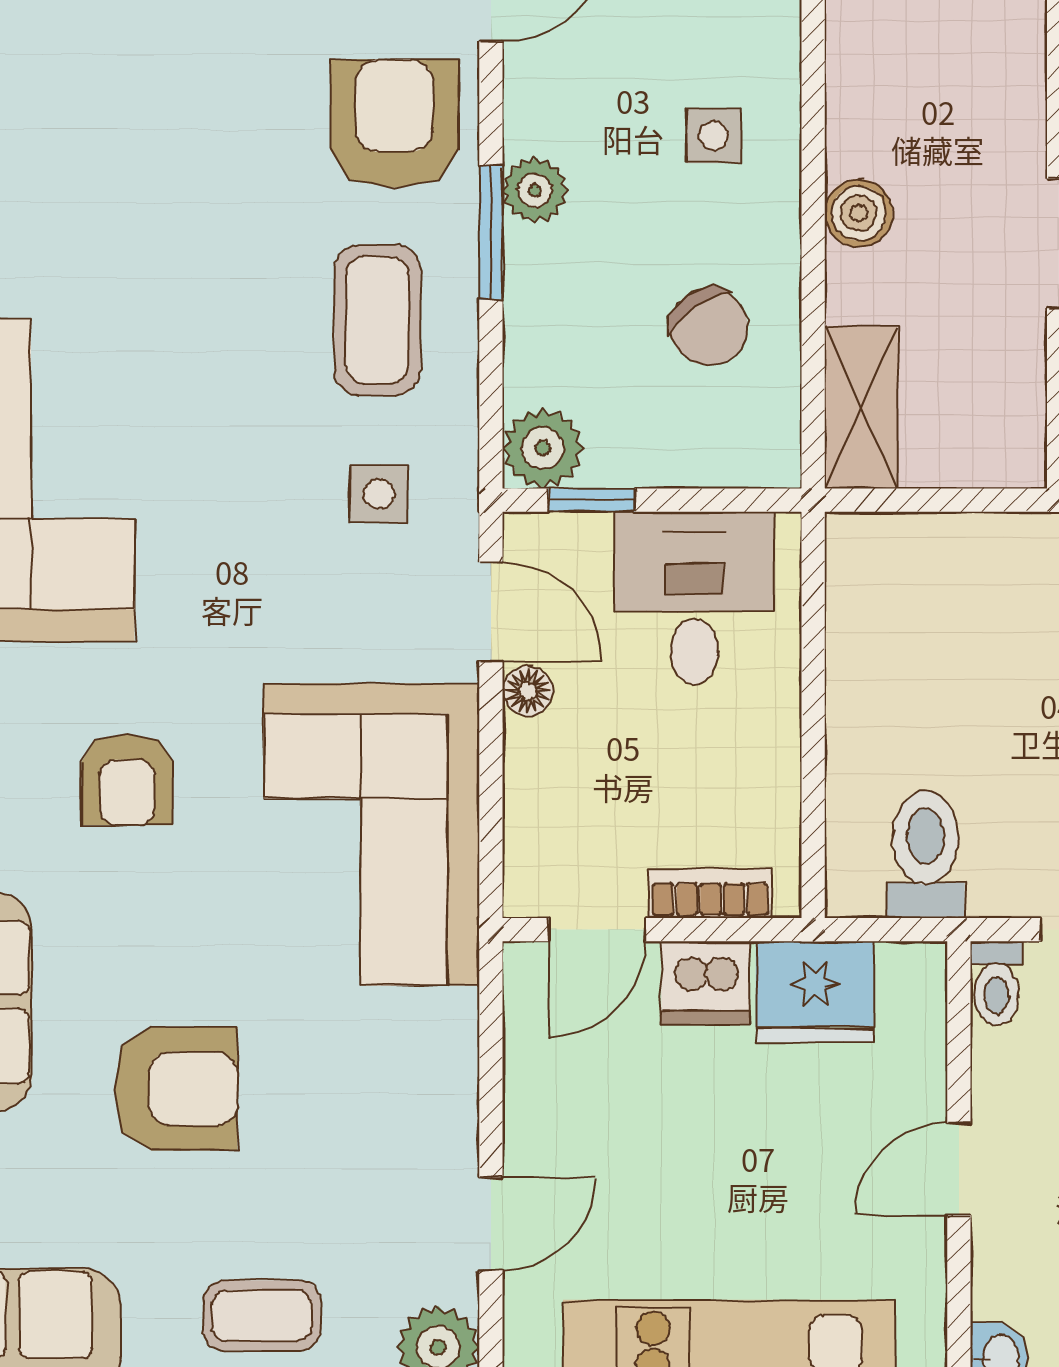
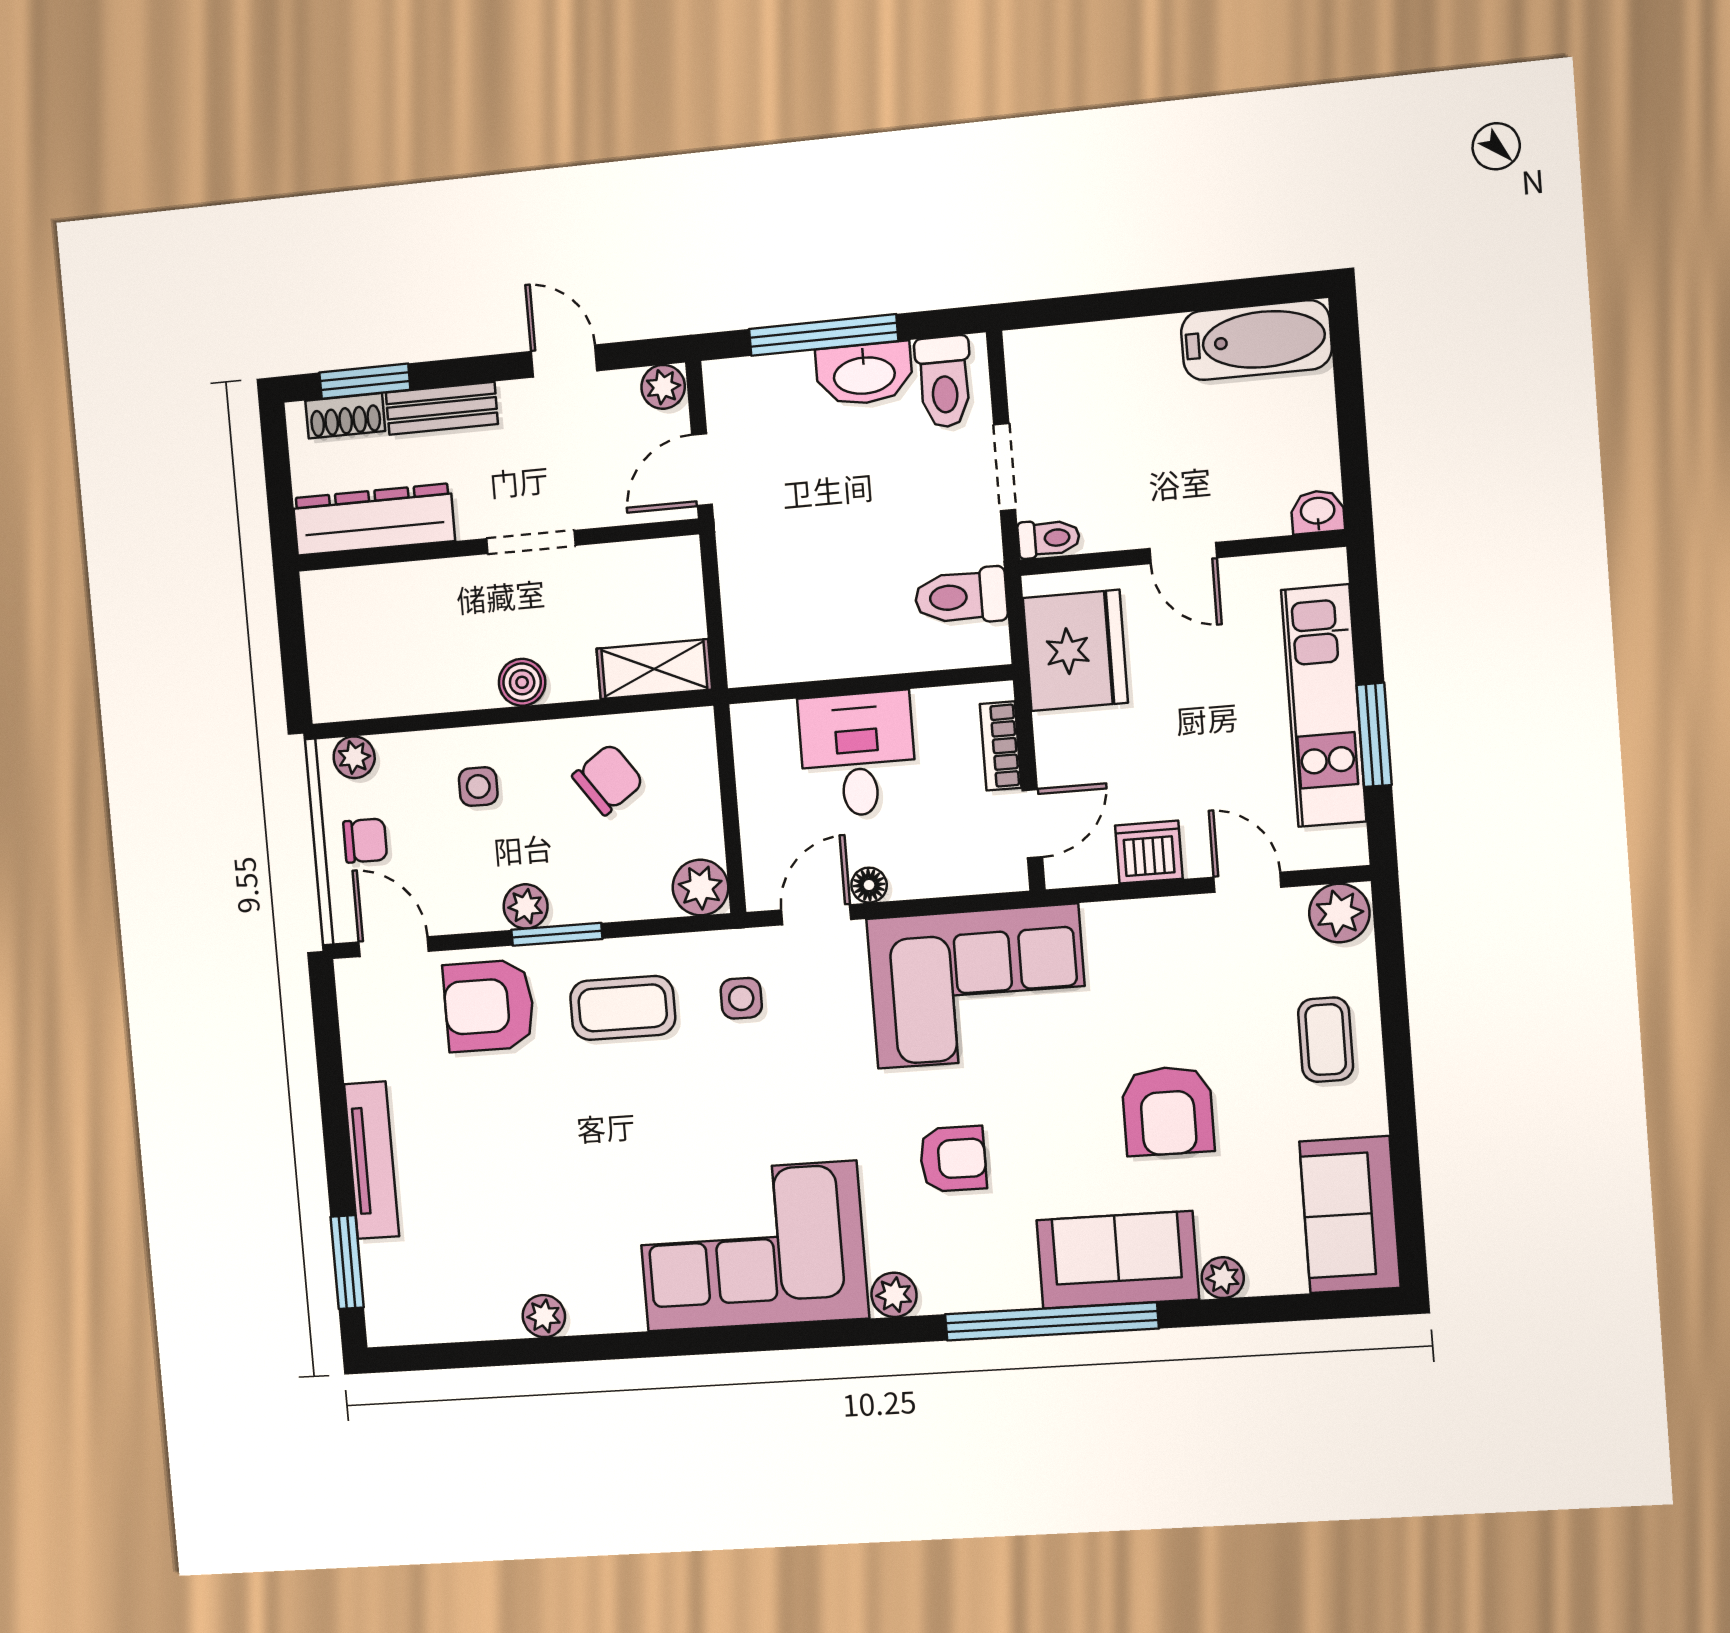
window: (591, 500) -> (733, 851), removed
desk: (694, 598) -> (858, 754), moved, turned 90
door: (597, 930) -> (1032, 824), hinge flipped
dishwasher: (706, 982) -> (1149, 852), moved, turned -90
fridge: (815, 992) -> (1075, 650), width x1.36, depth x1.34
armchair: (176, 1089) -> (1168, 1111), turned 180

